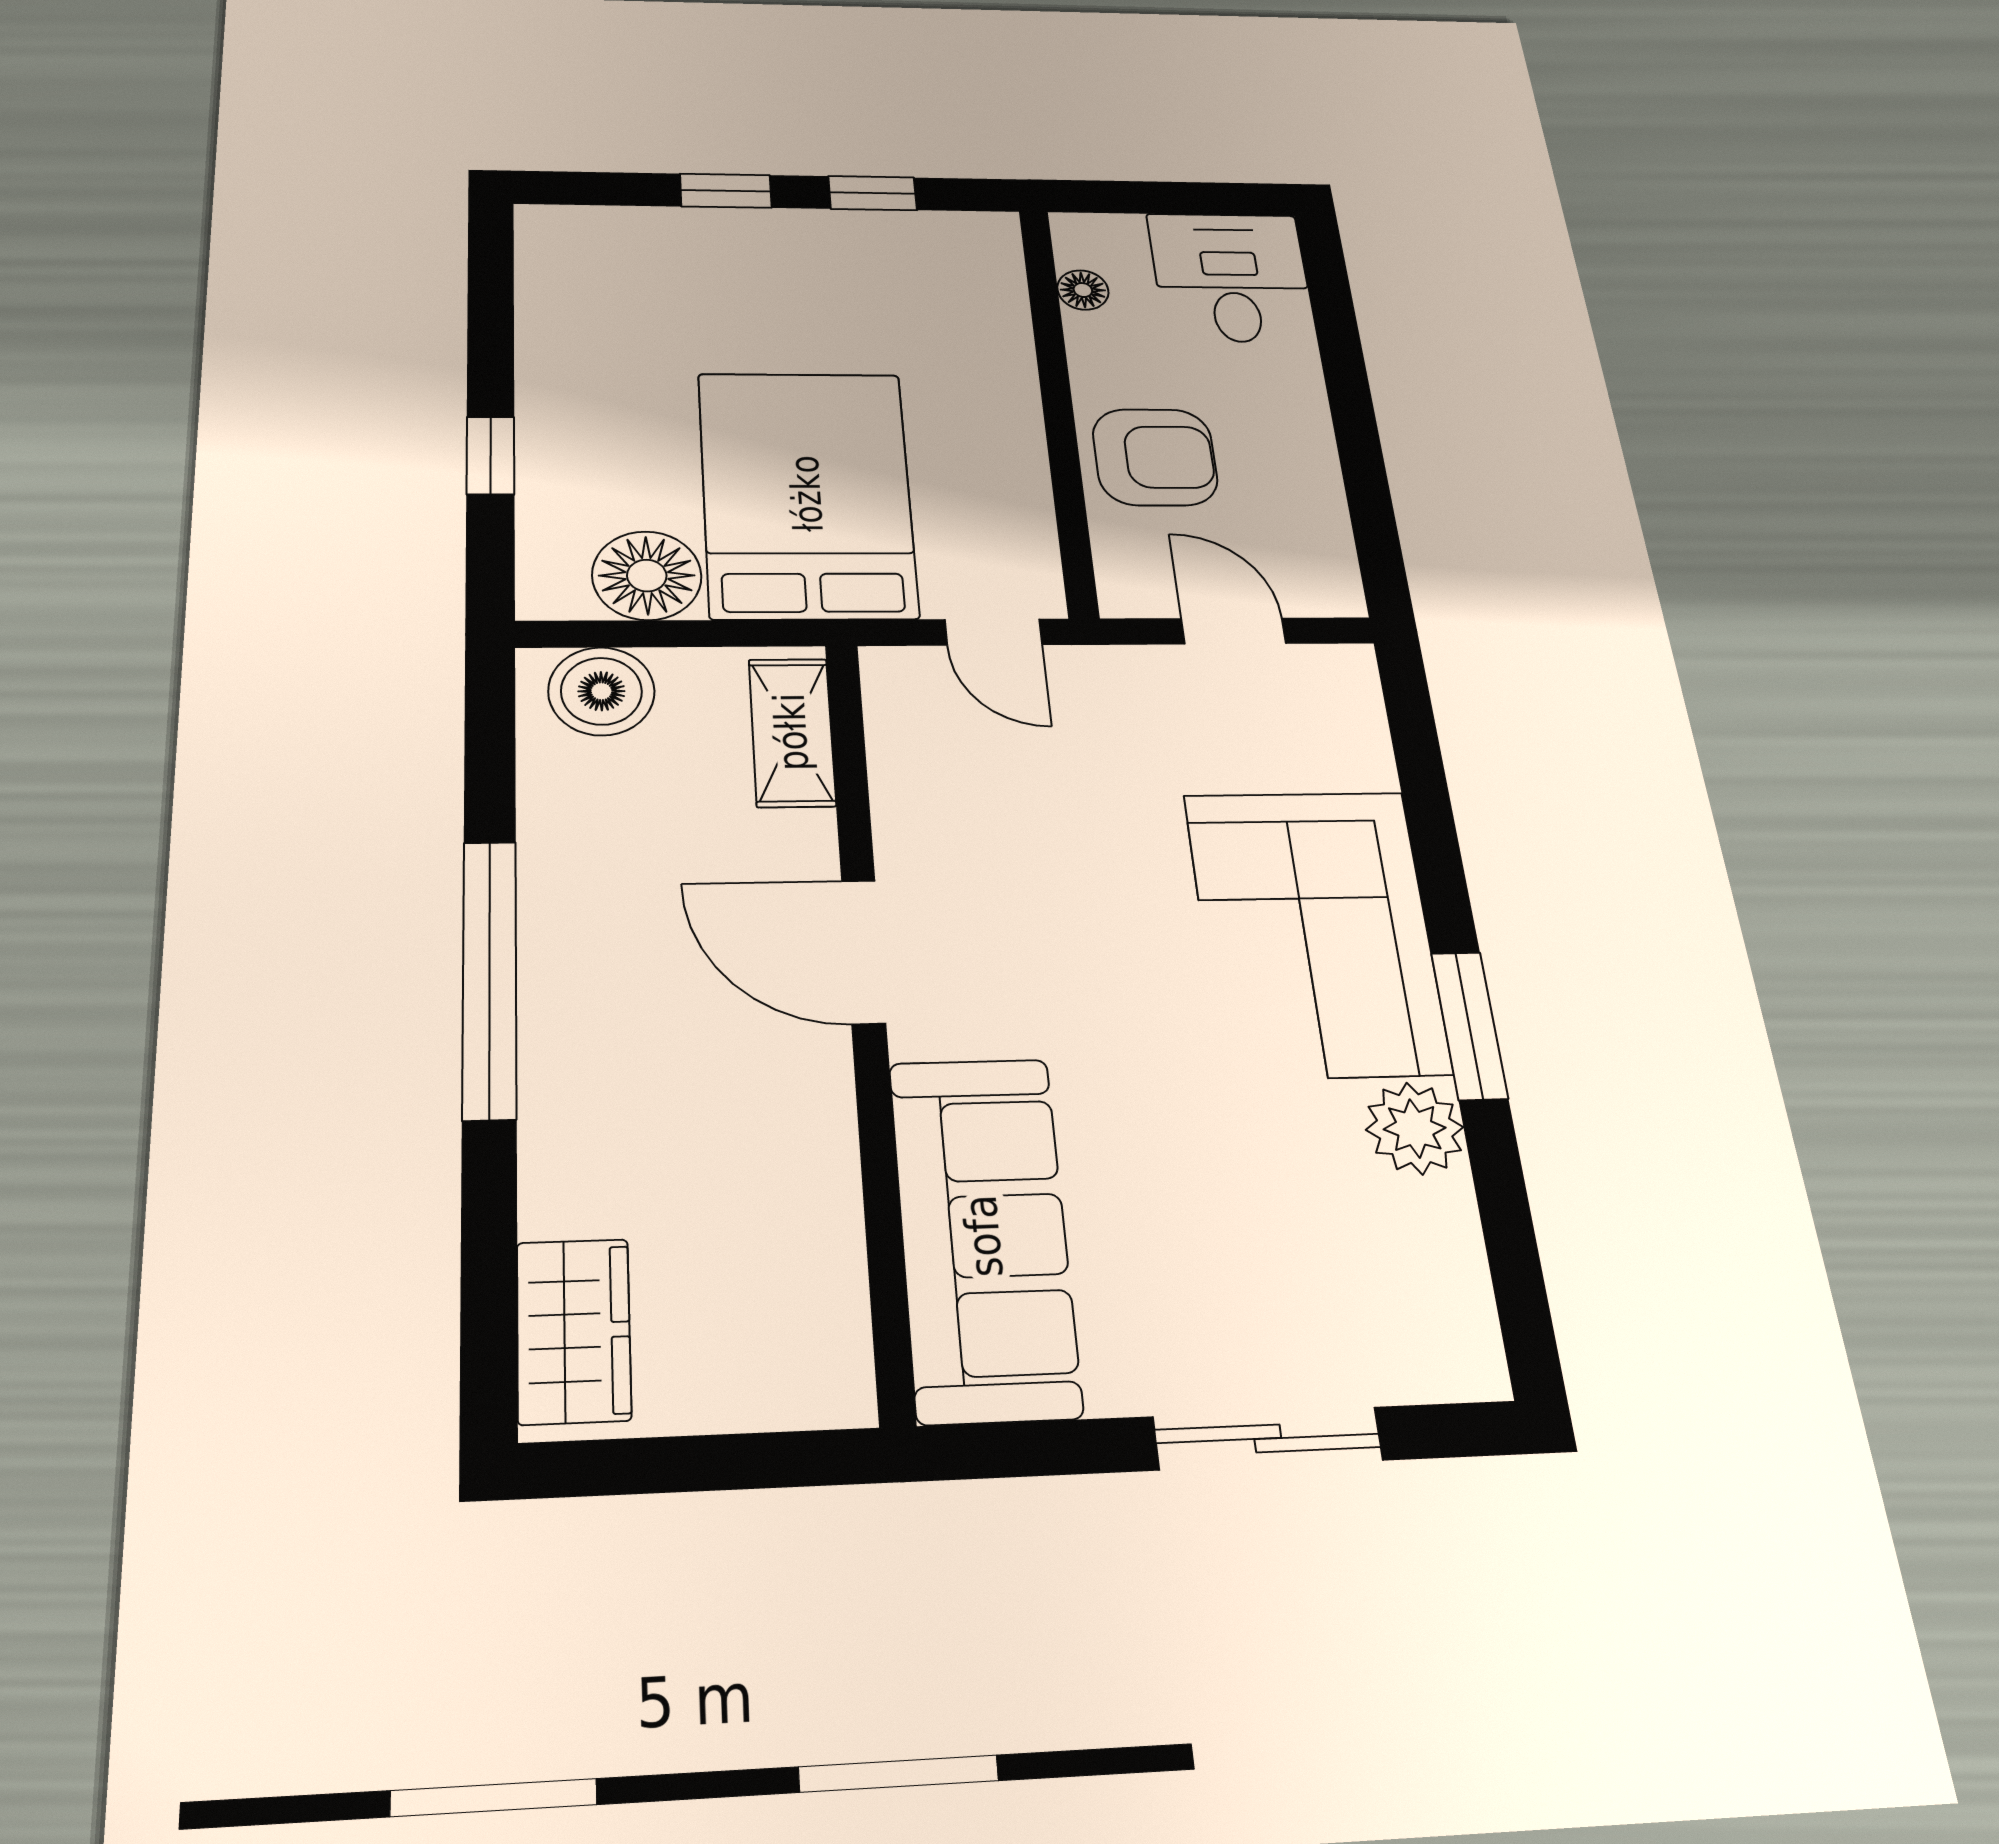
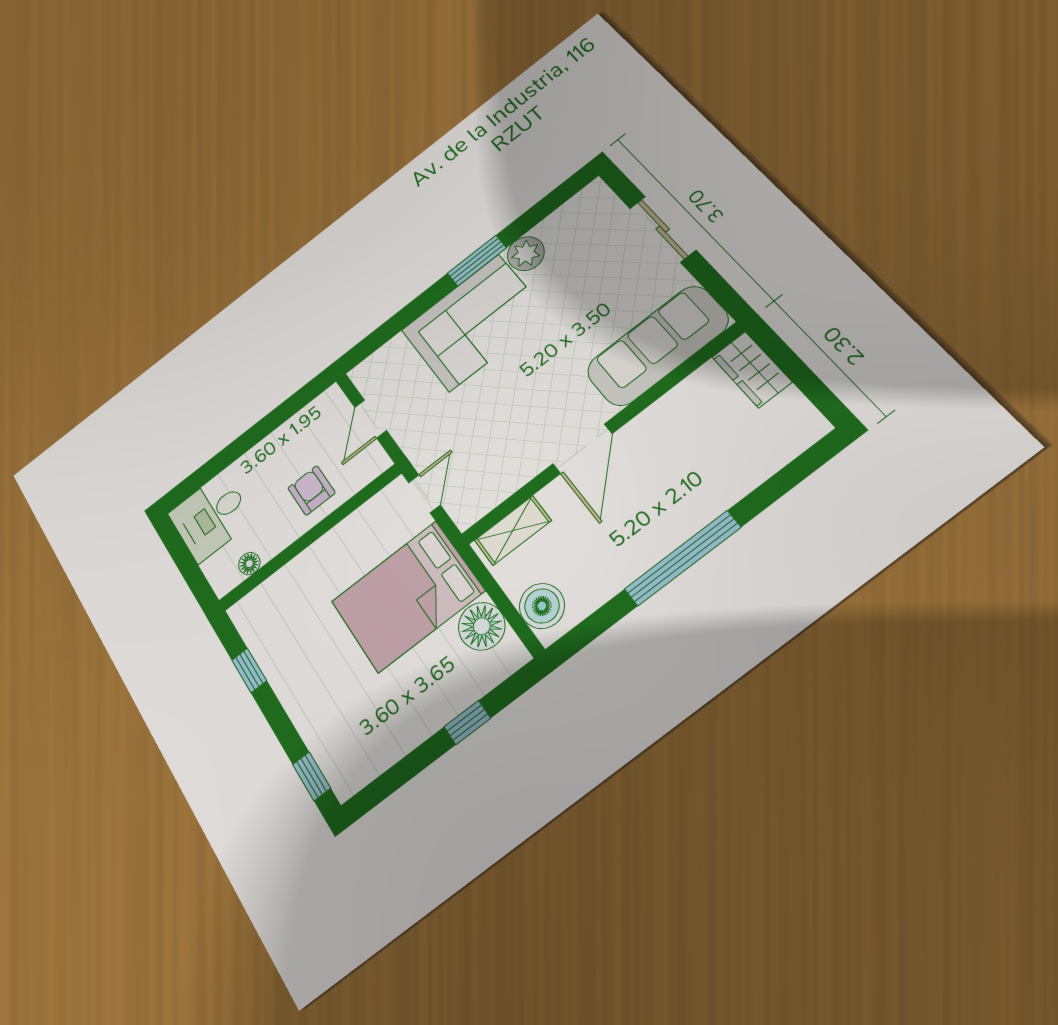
window: (726, 191) -> (312, 776), moved
armchair: (1155, 457) -> (312, 490), width x0.72, depth x0.72
wardrobe: (574, 1331) -> (752, 369), moved, turned -90

